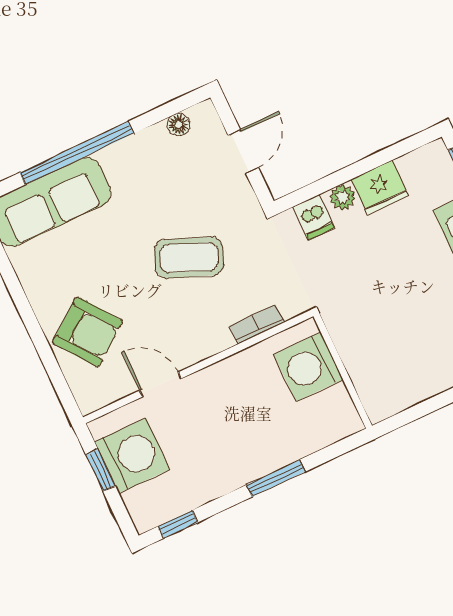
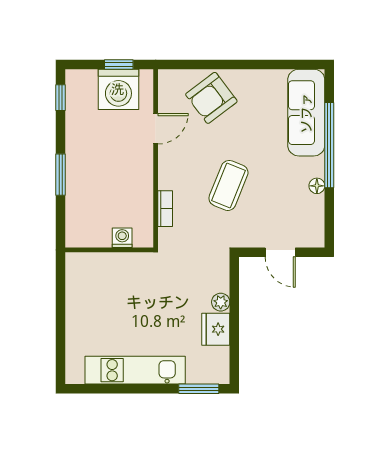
floor lamp: (178, 125) -> (317, 186), moved
dishwasher: (314, 217) -> (217, 278), removed
washing machine: (308, 367) -> (122, 238), width x0.53, depth x0.53

